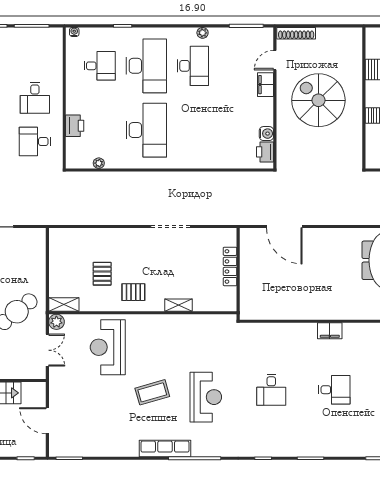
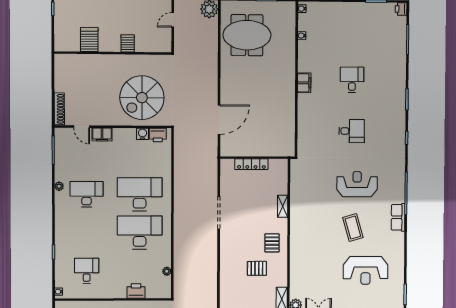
desk: (146, 66) -> (140, 194), moved
spiral stairs: (318, 100) -> (142, 98), moved
reception desk: (108, 347) -> (366, 270), moved
row of seats: (165, 449) -> (398, 217), width x0.68

